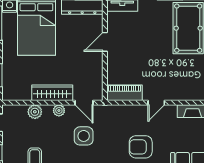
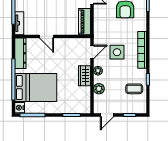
wardrobe: (52, 93) -> (85, 76), width x0.67

